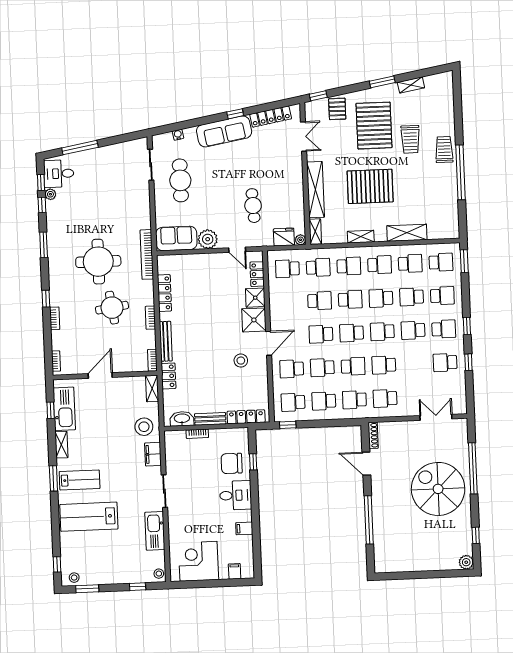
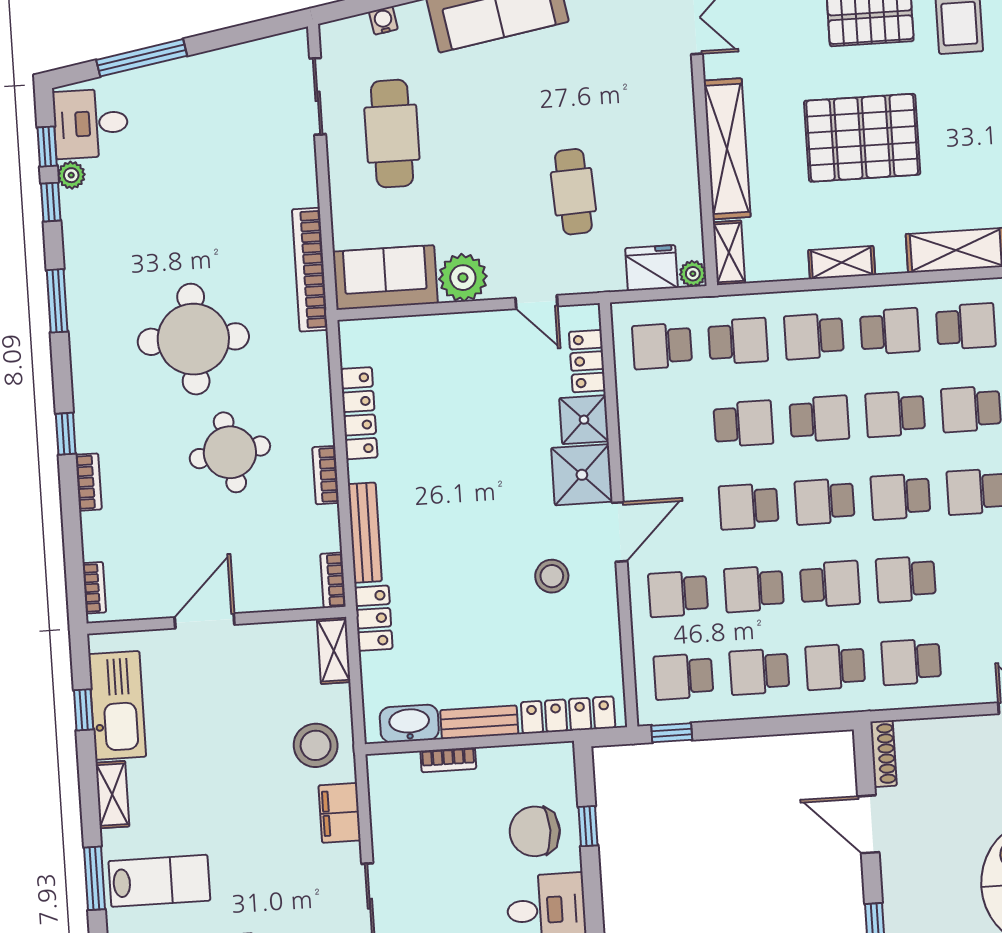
bookcase: (147, 254) -> (310, 270), moved
school desk: (349, 266) -> (814, 336), turned 180

